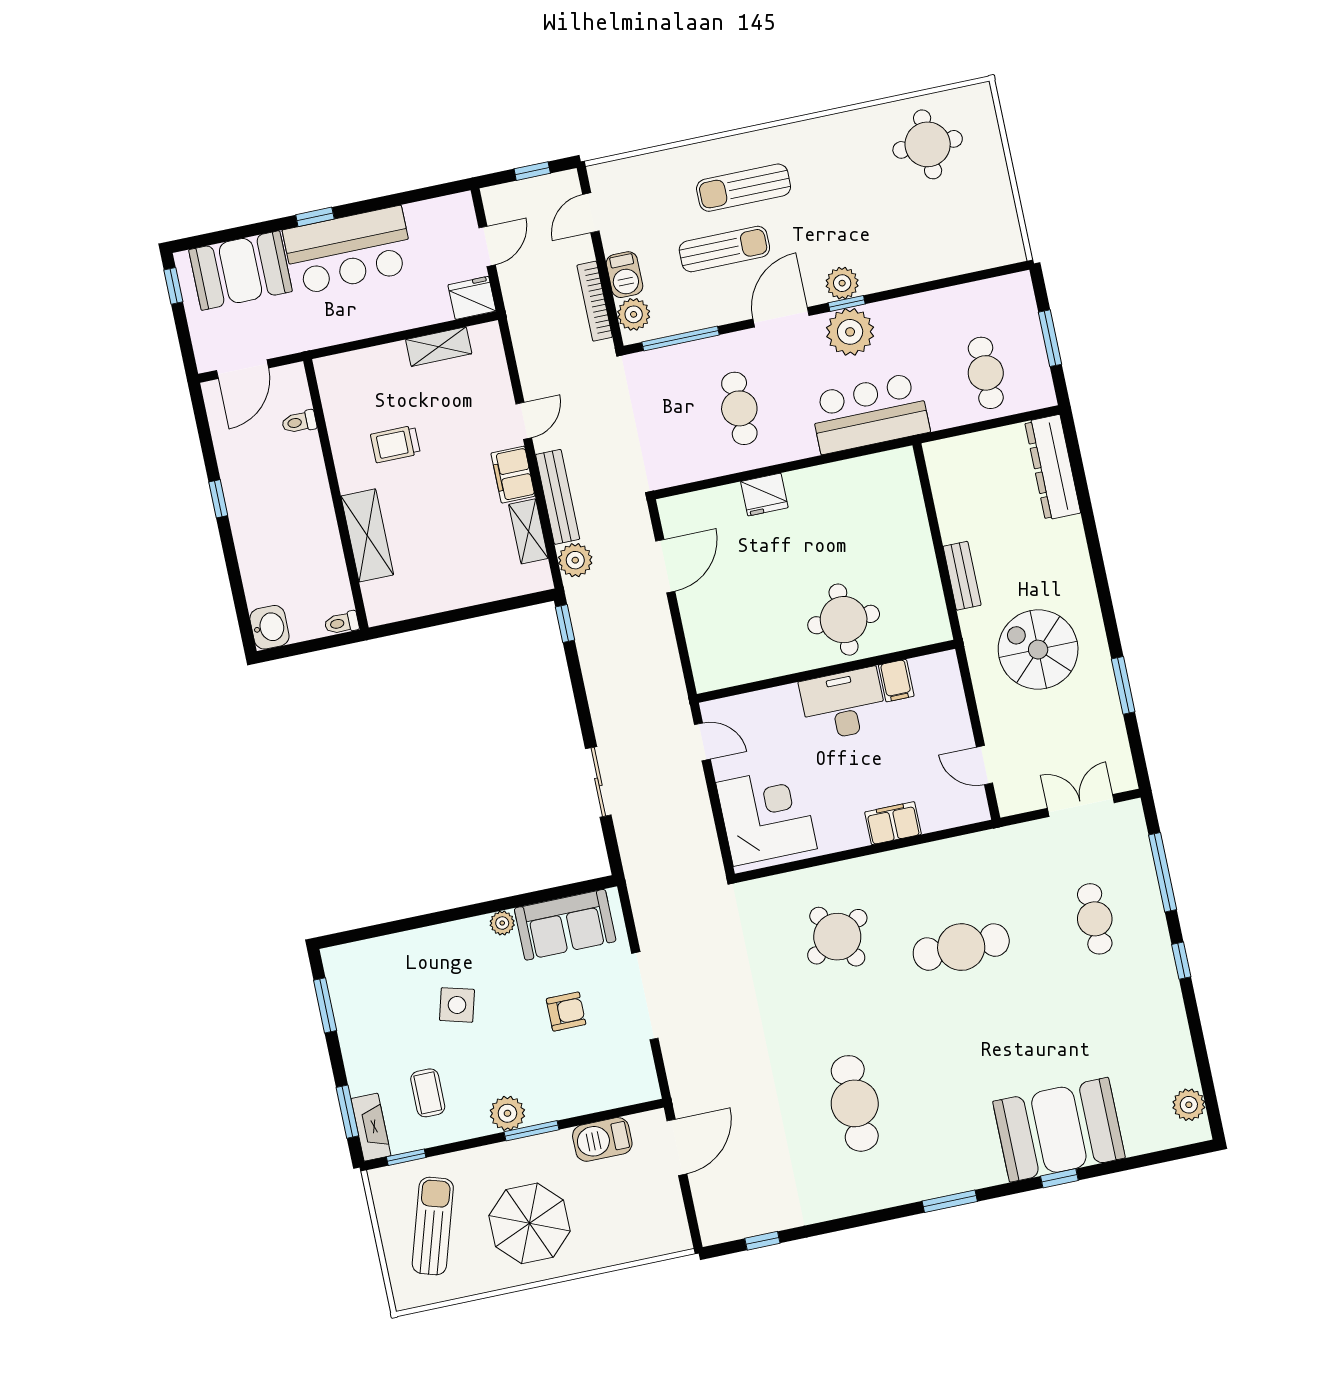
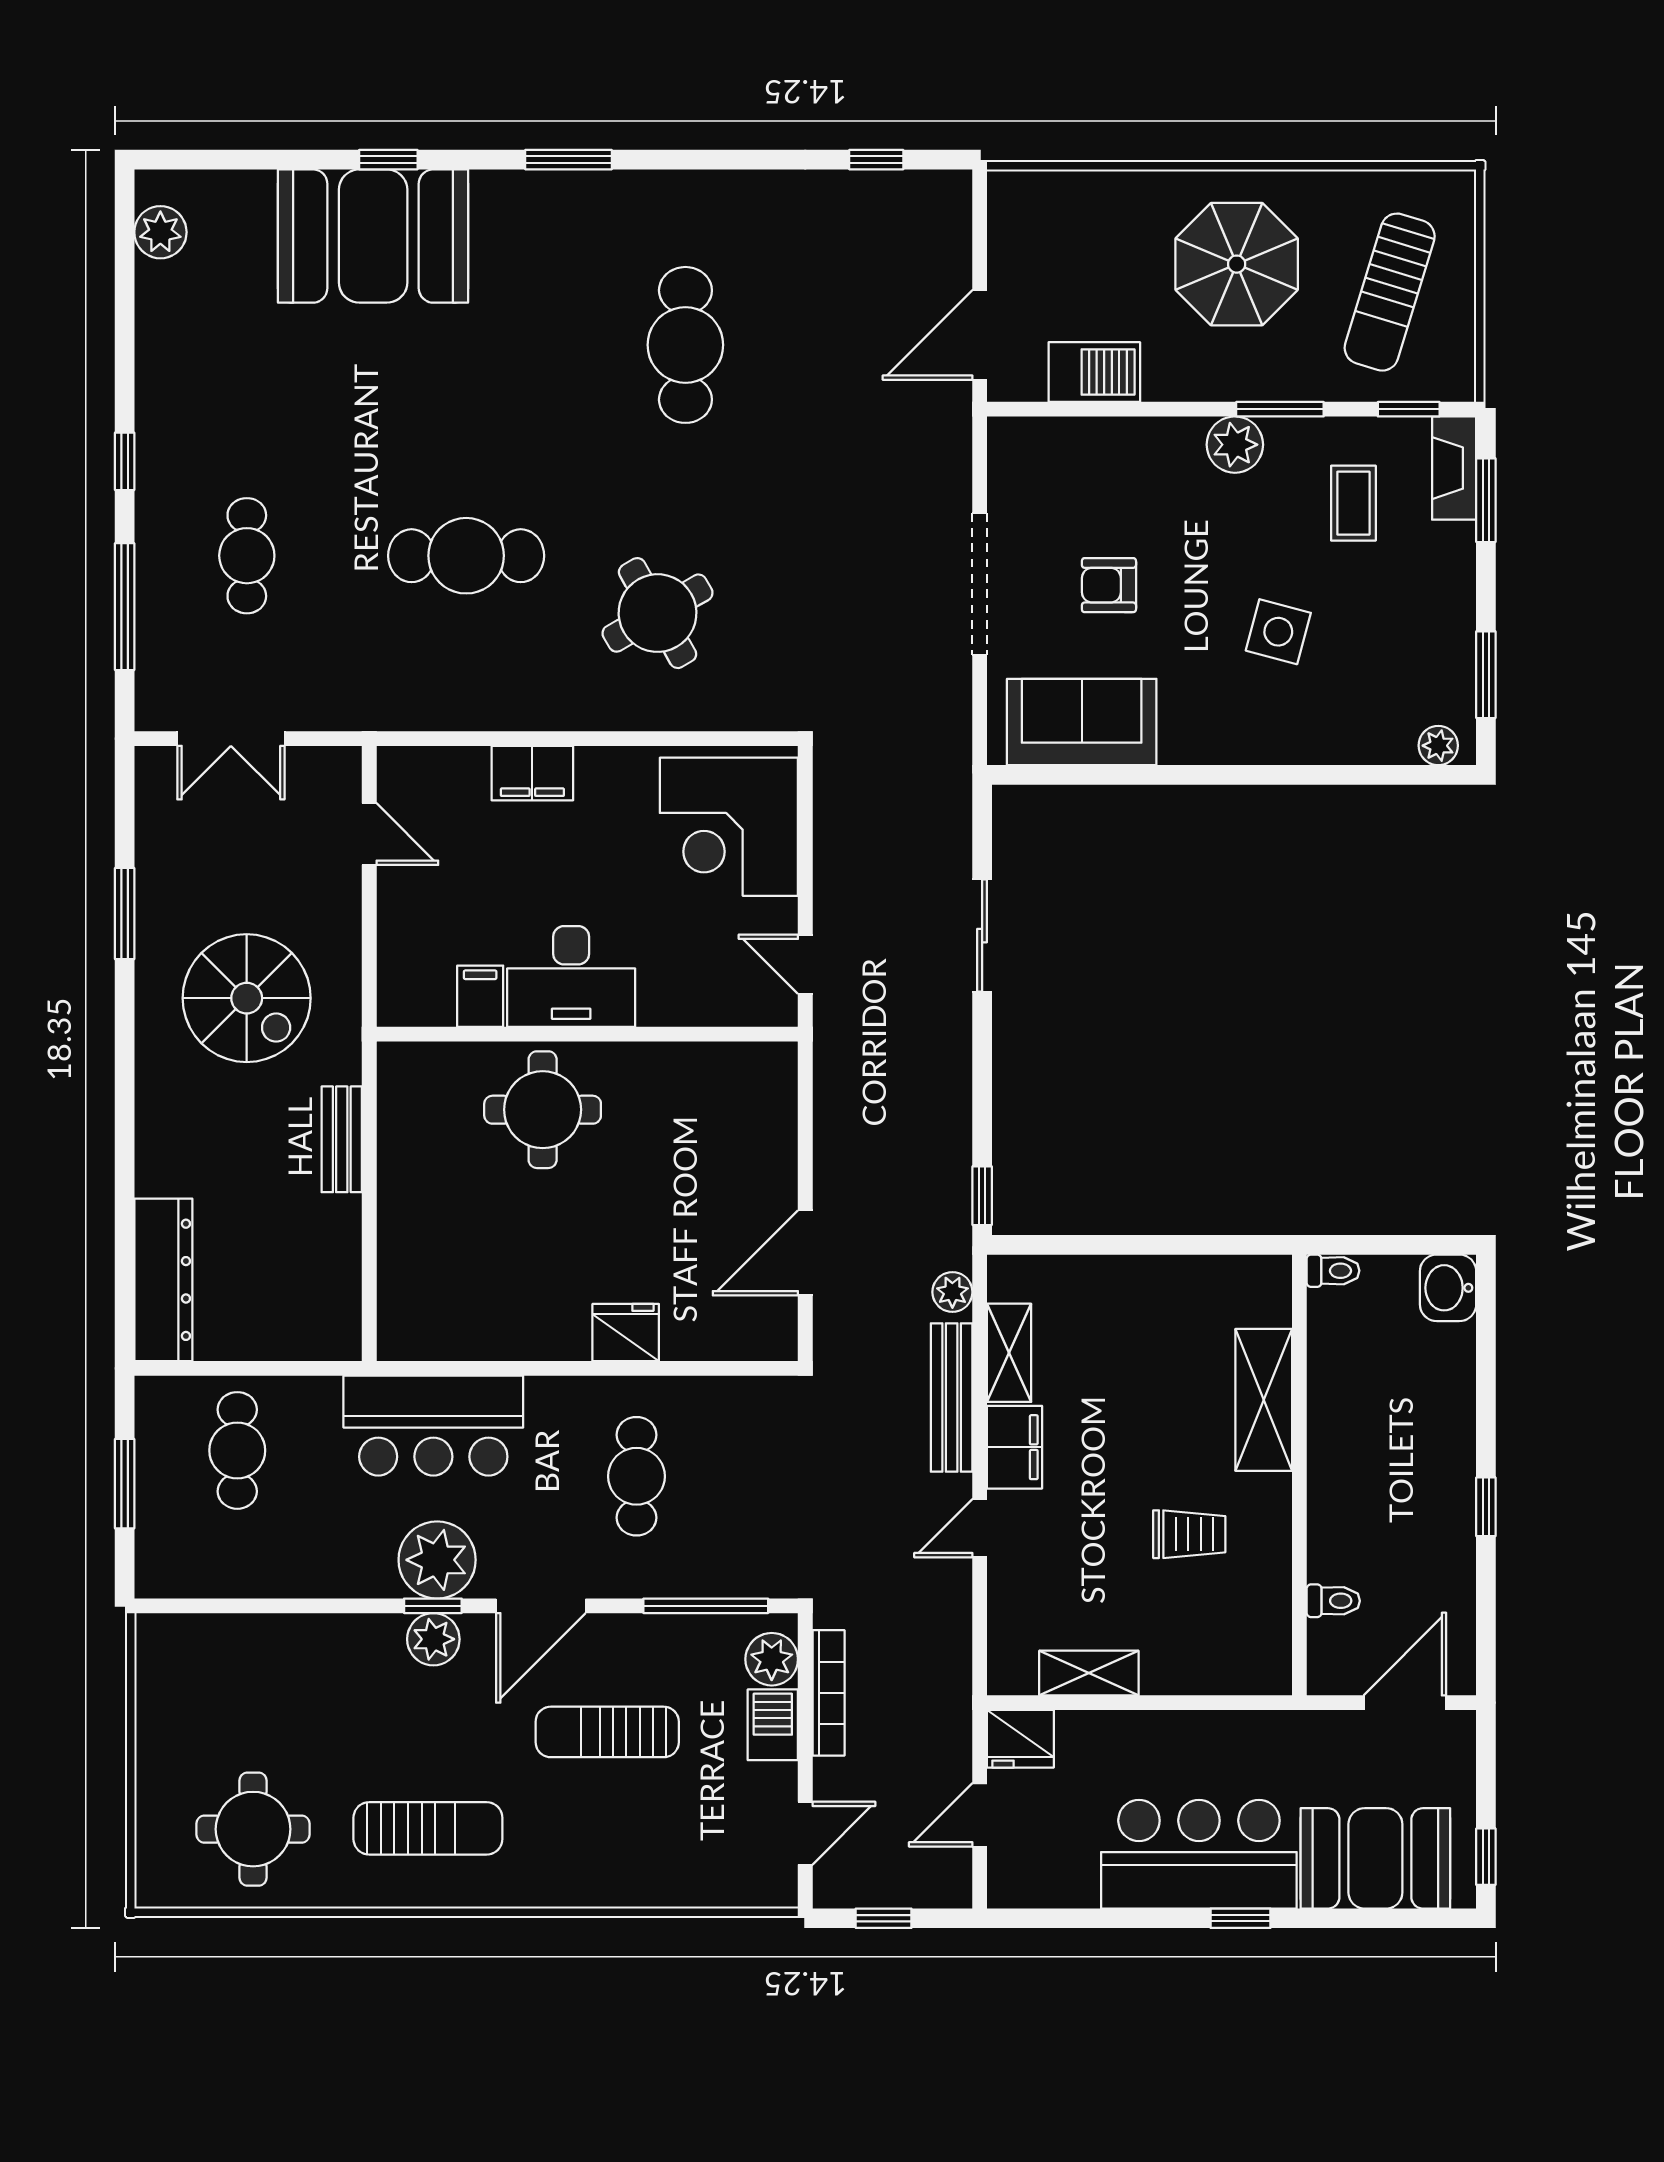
sun lounger: (744, 188) -> (428, 1828), moved
plant: (575, 560) -> (952, 1292), width x0.73, depth x0.73
plant: (502, 923) -> (1438, 746), moved
window: (532, 1131) -> (1280, 409), moved

